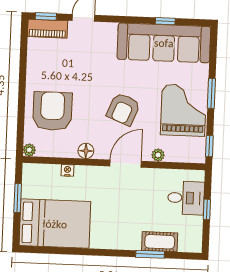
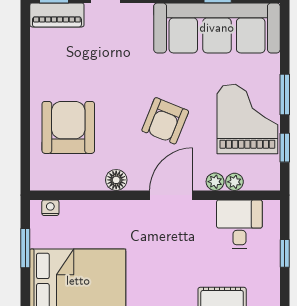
window: (209, 146) -> (285, 148), moved
plant: (29, 150) -> (234, 182), moved
nightstand: (67, 170) -> (50, 208), moved
desk: (186, 198) -> (239, 224), moved, turned -90

